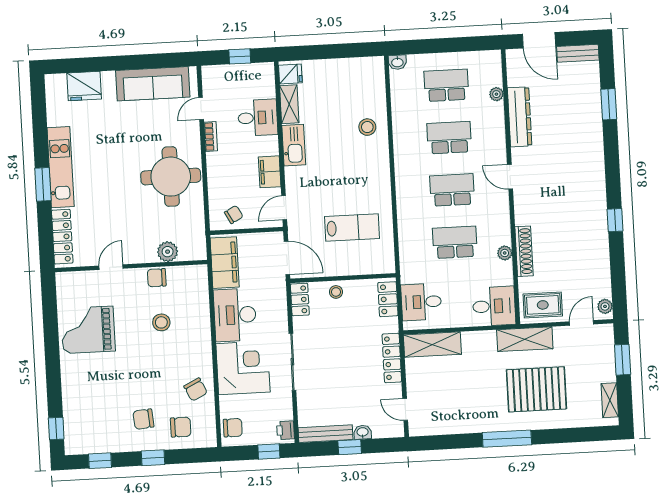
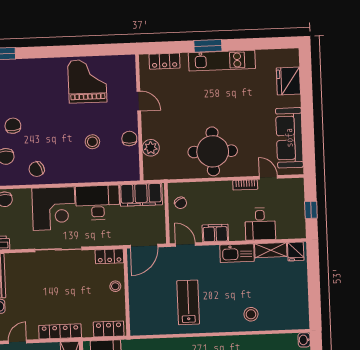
lab bench: (352, 228) -> (188, 302), moved, turned 180
locker: (62, 237) -> (164, 61), width x0.66

